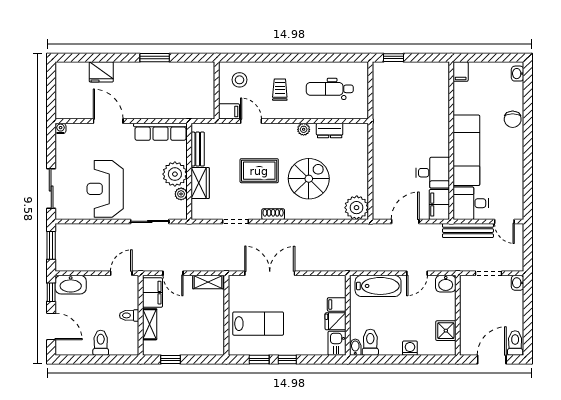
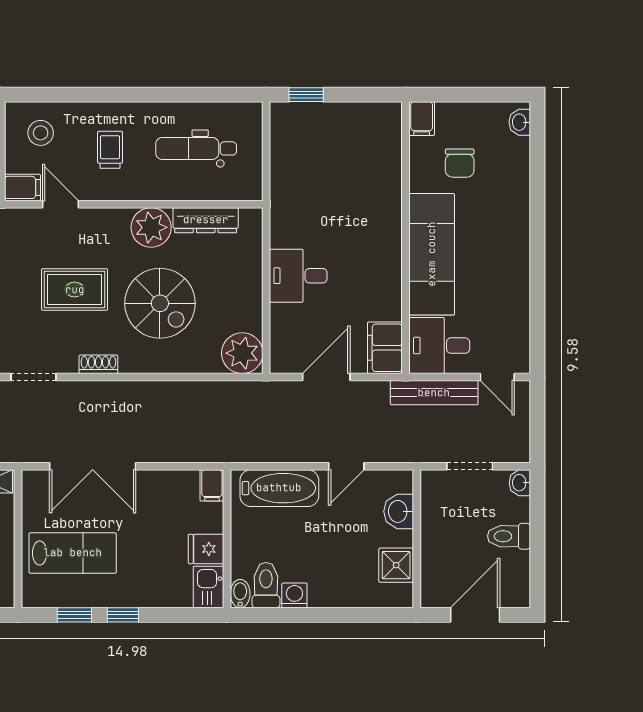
chair: (513, 119) -> (460, 163), moved
plant: (304, 129) -> (151, 227), width x1.87, depth x1.87
dresser: (330, 130) -> (206, 220), width x1.44
desk: (433, 173) -> (298, 276), moved, turned 180
spiral stairs: (309, 179) -> (160, 303), turned 90
double door: (270, 273) -> (93, 466), swing flipped
washbasin: (446, 284) -> (399, 511), moved, turned 90
filing cabinet: (337, 304) -> (212, 485), moved, turned -90
toilet: (515, 343) -> (509, 536), moved, turned -90
washing machine: (410, 348) -> (294, 595), moved

